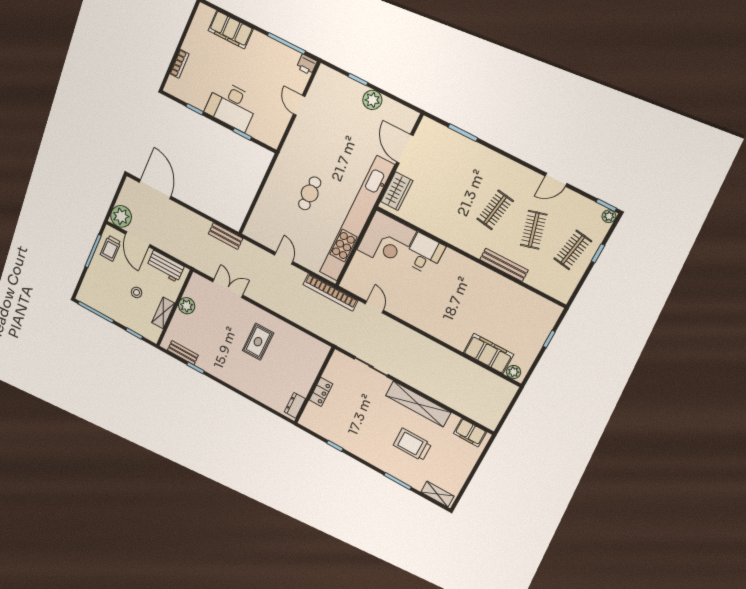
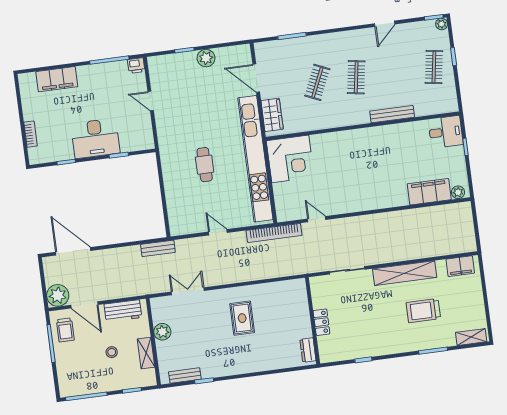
clothes rail: (534, 230) -> (317, 82), moved, turned 39
desk: (424, 254) -> (446, 132), moved, turned 90

